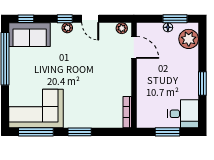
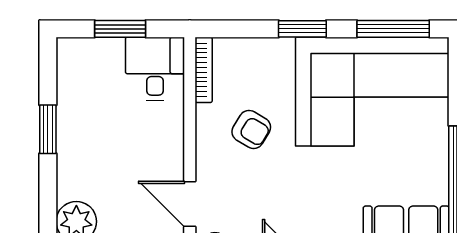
armchair: (104, 83) -> (251, 129), added
corner sofa: (36, 109) -> (372, 92), width x1.36, depth x1.36
desk: (183, 114) -> (155, 69), moved, turned 90

